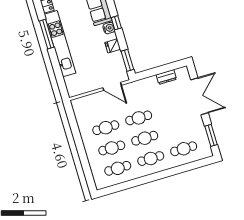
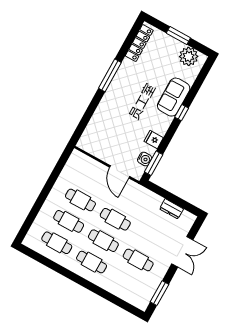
window: (116, 23) -> (182, 113), moved
water cooler: (109, 28) -> (145, 159), moved
kitchen unit: (60, 44) -> (113, 94), removed
double door: (199, 96) -> (182, 252), width x0.73
cafe table: (184, 149) -> (138, 260), moved

